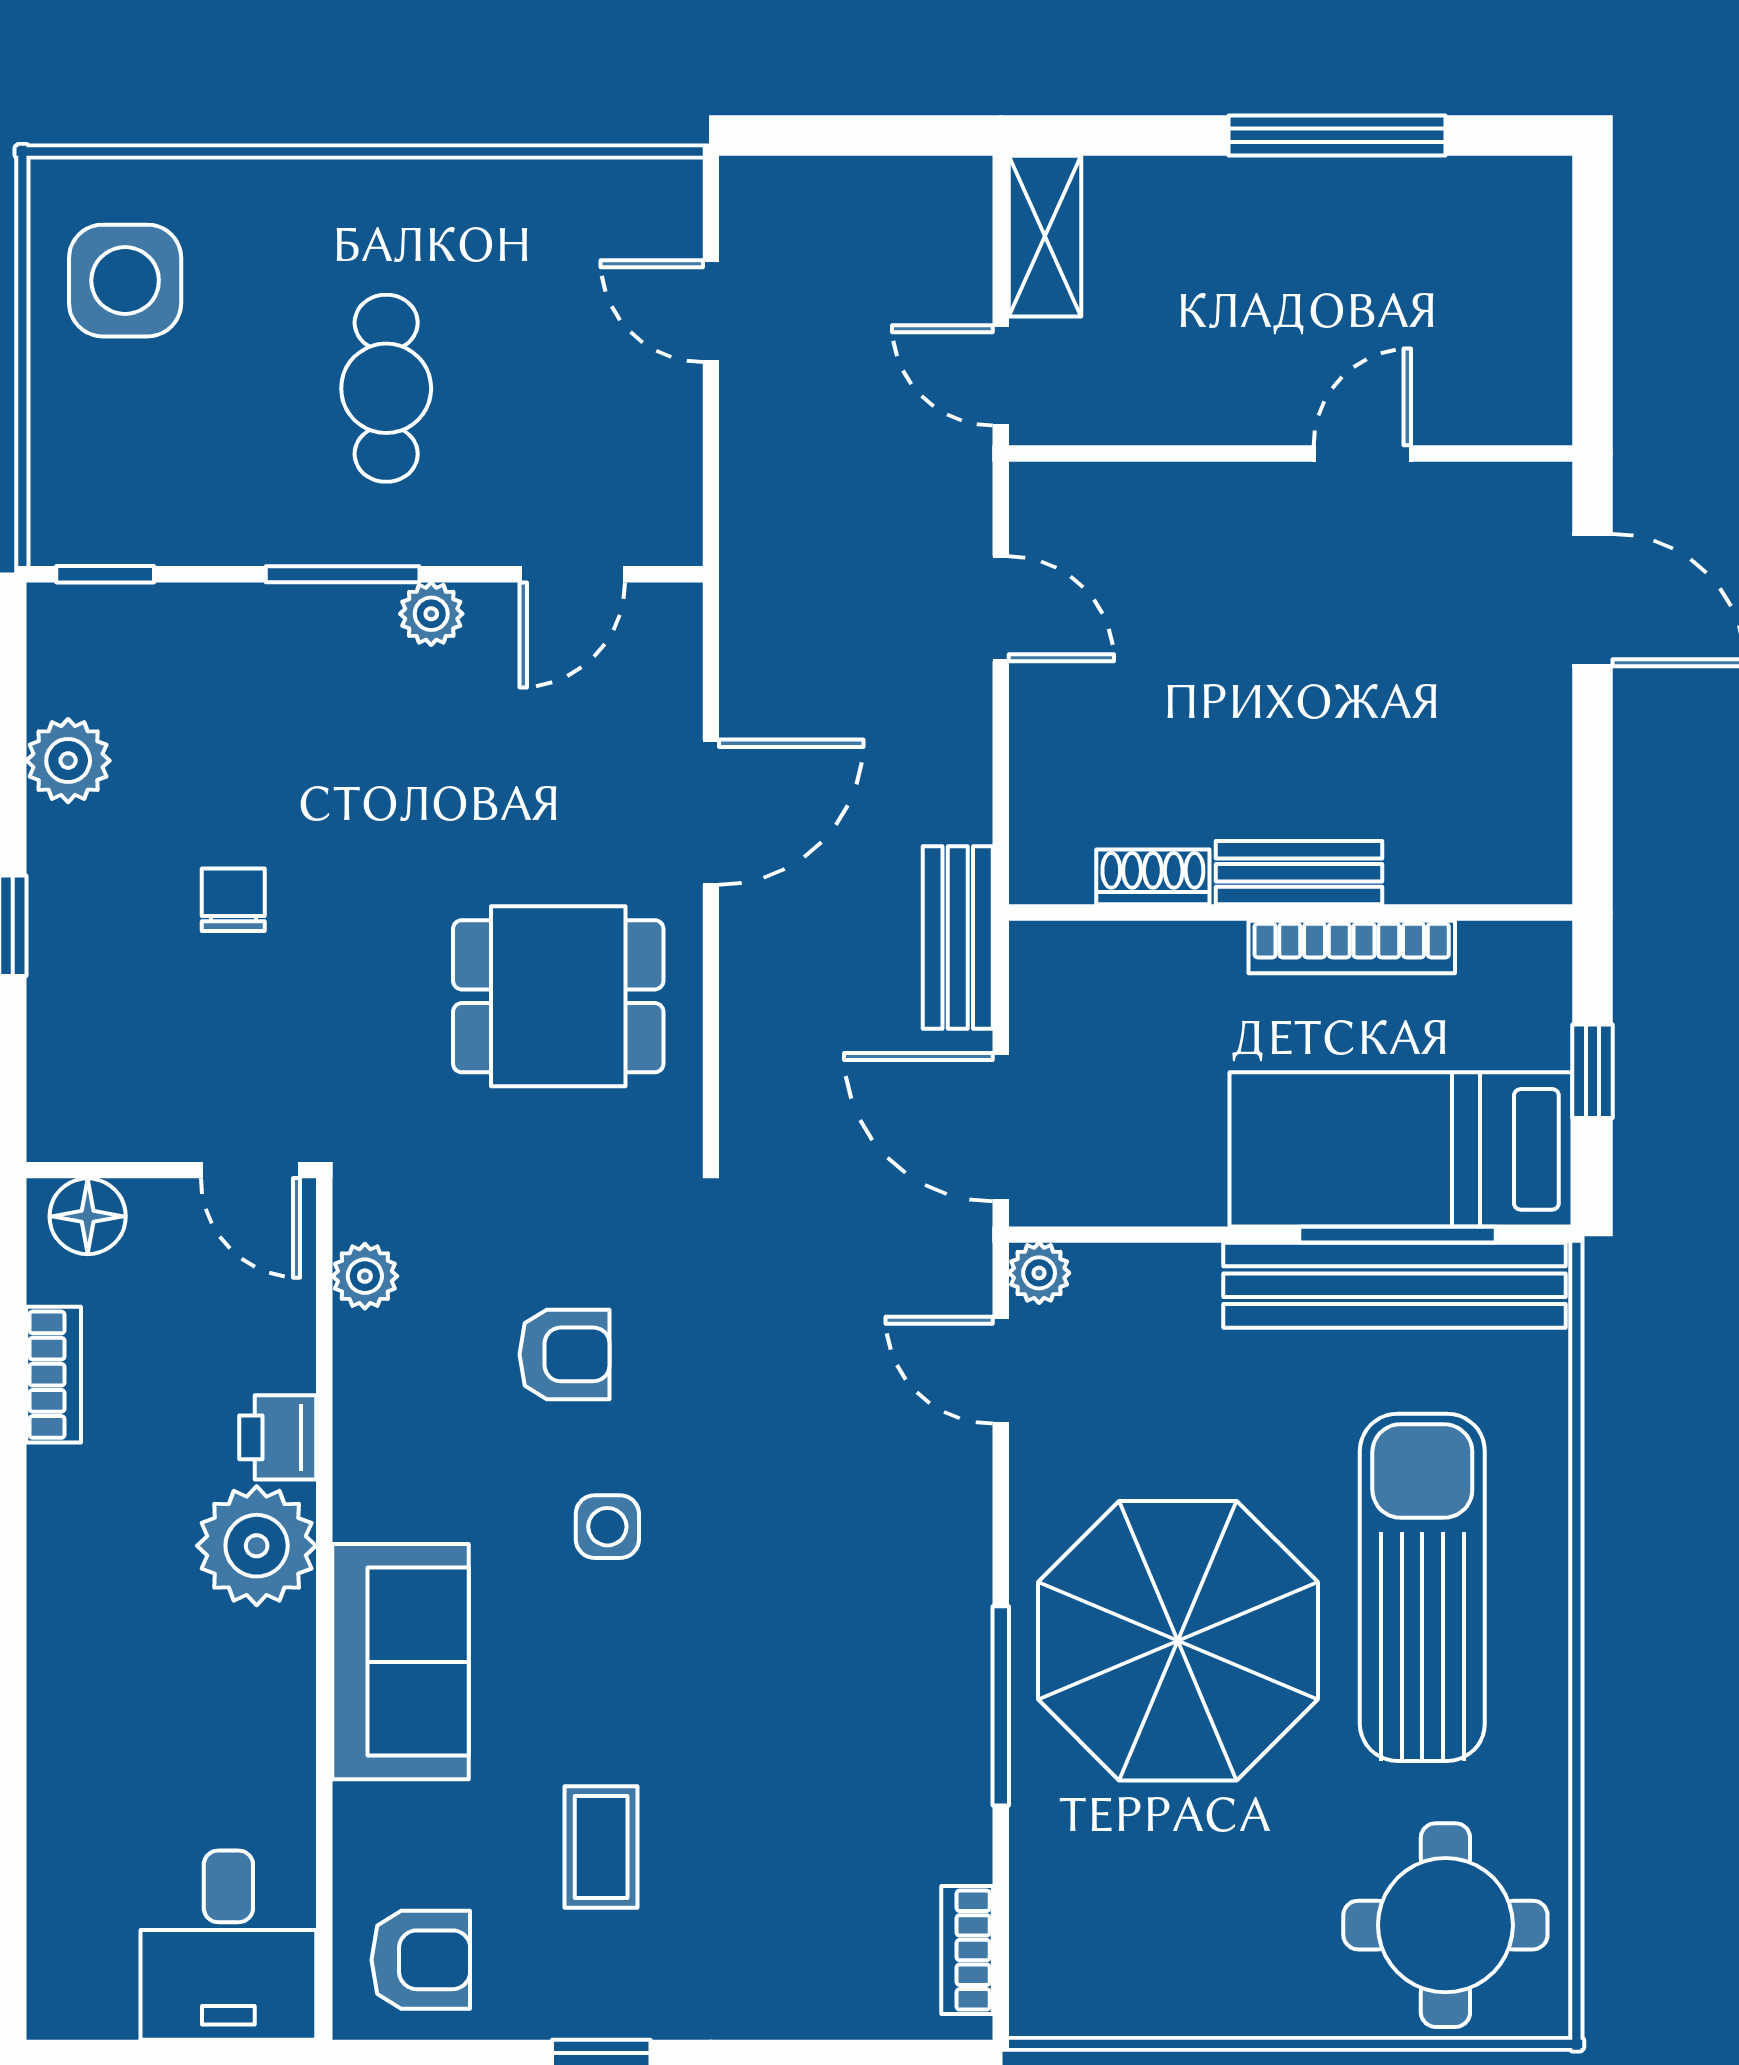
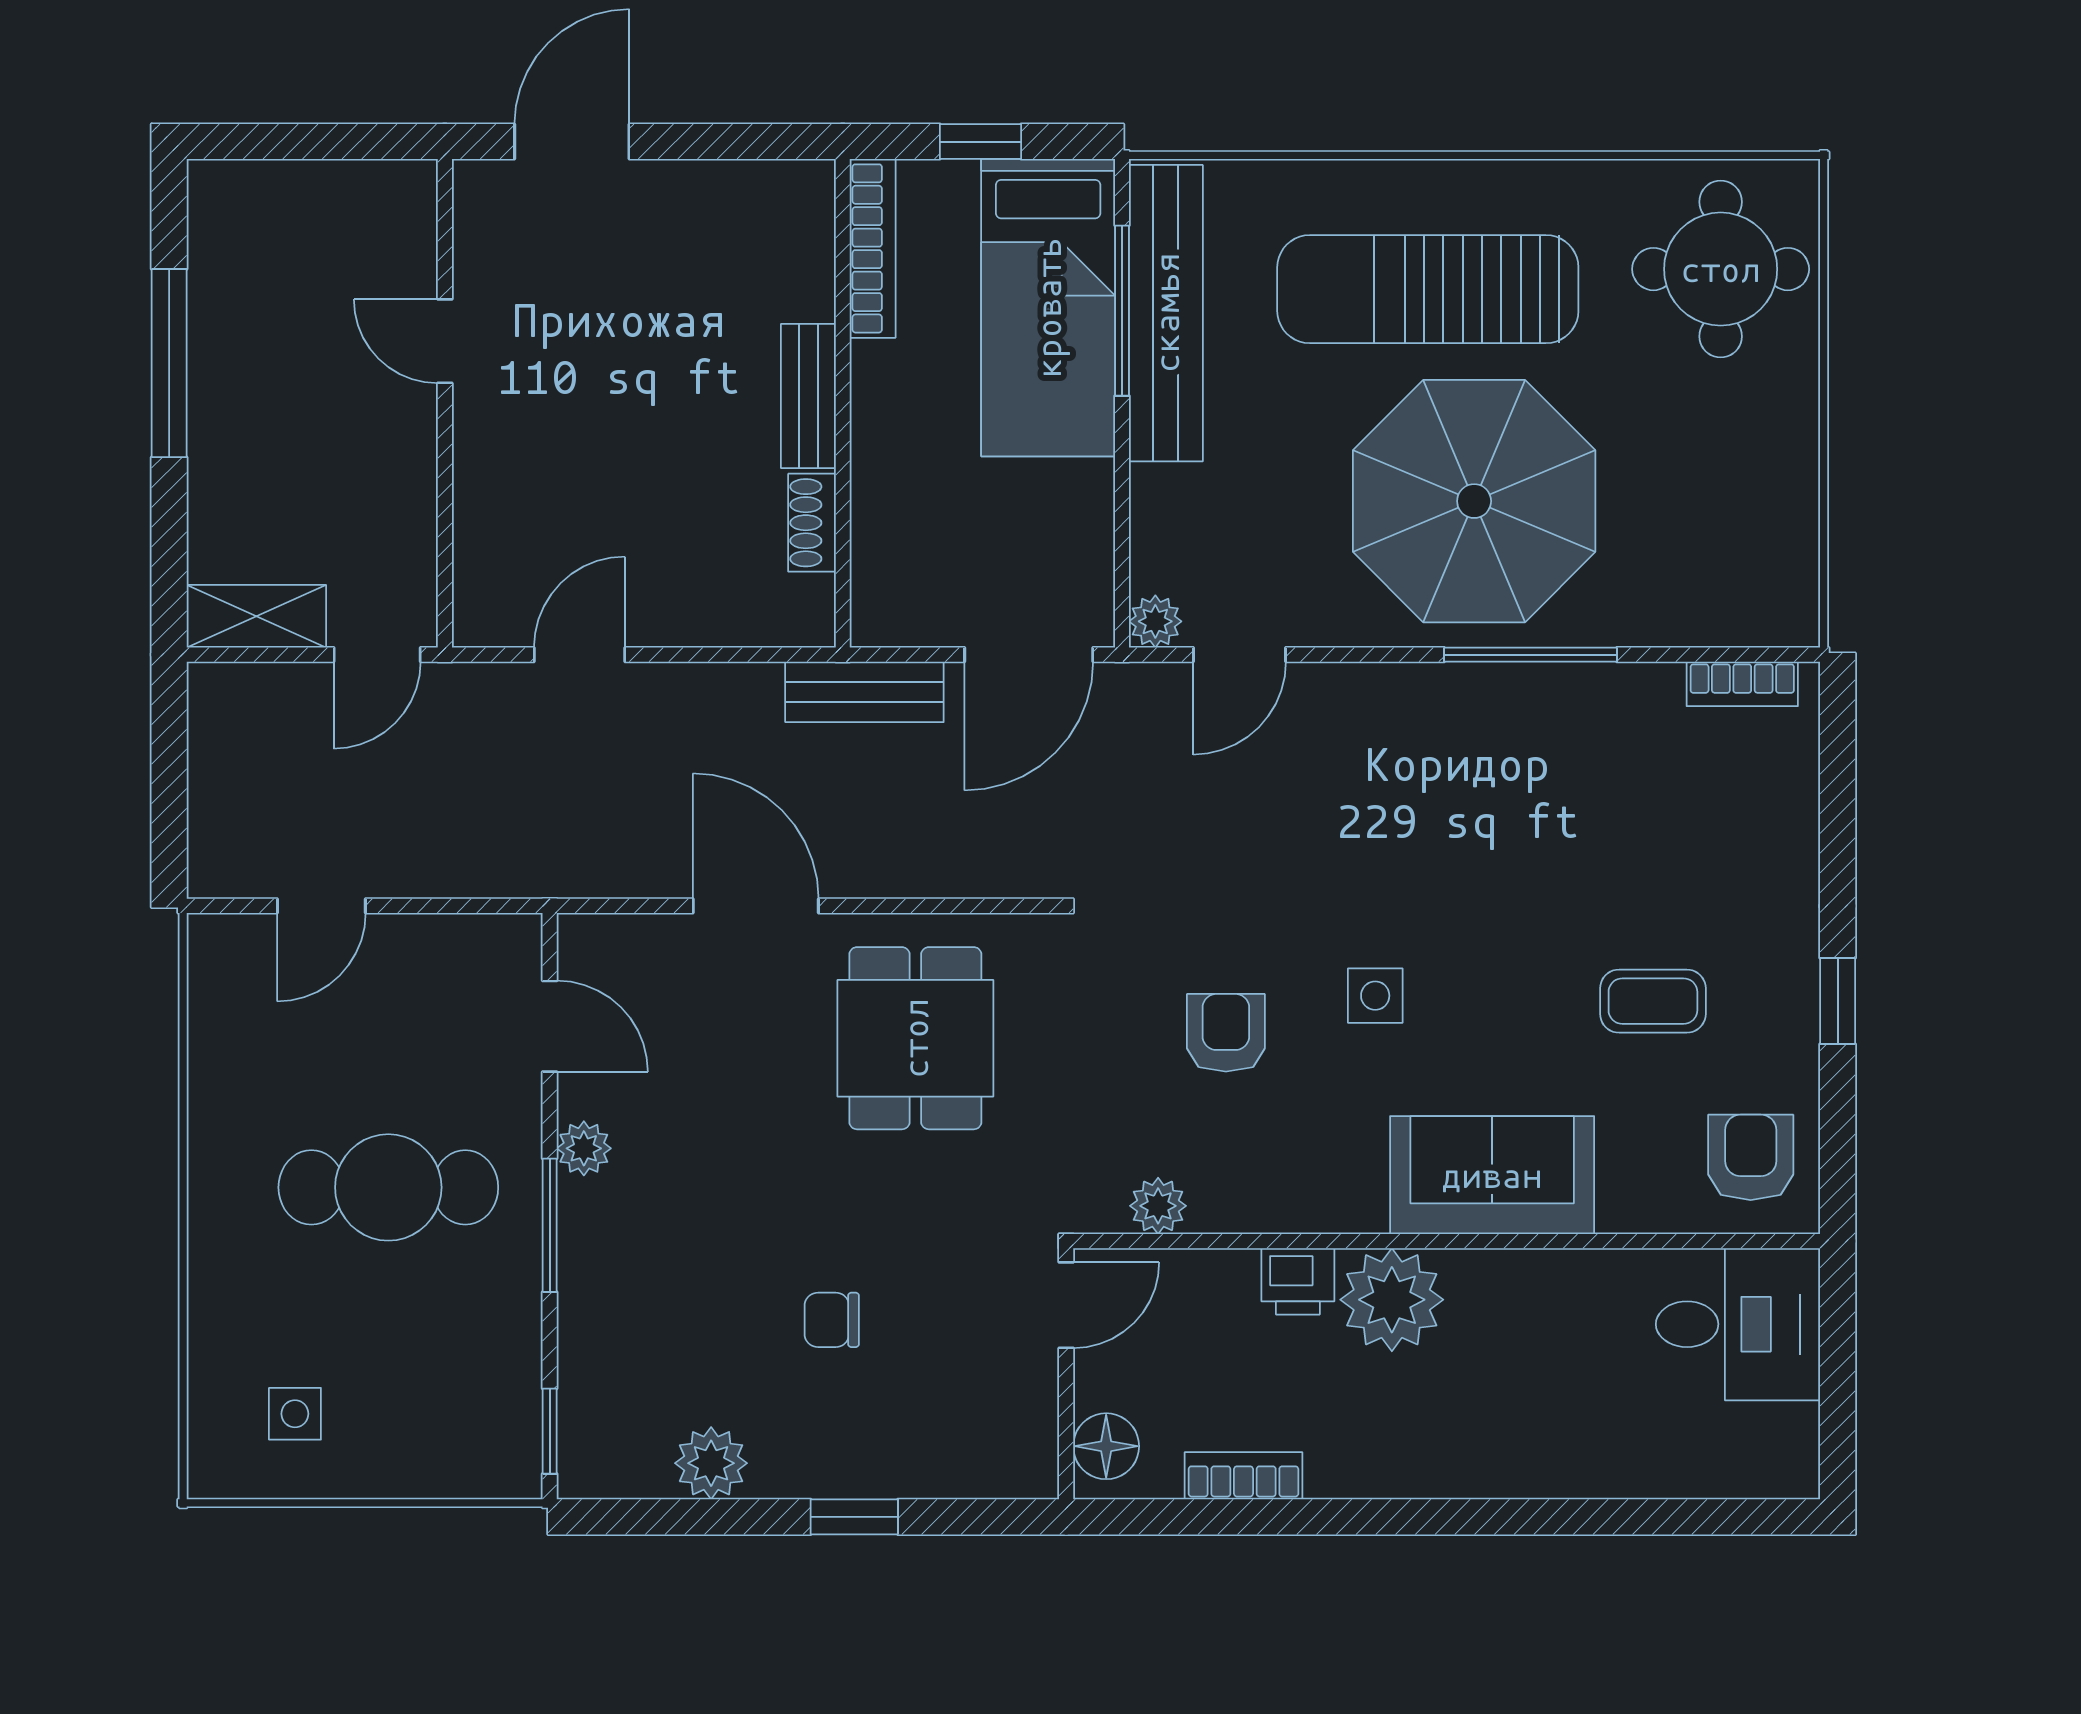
side table: (125, 281) -> (295, 1414), width x0.54, depth x0.54
cafe table: (386, 388) -> (388, 1187), width x1.37, depth x1.35
bookcase: (1352, 947) -> (873, 248), moved

